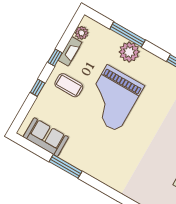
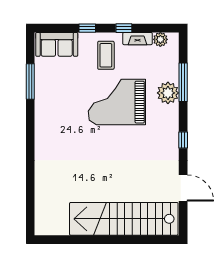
sofa: (46, 137) -> (57, 44), moved, turned 90
window: (66, 166) -> (30, 82), moved

